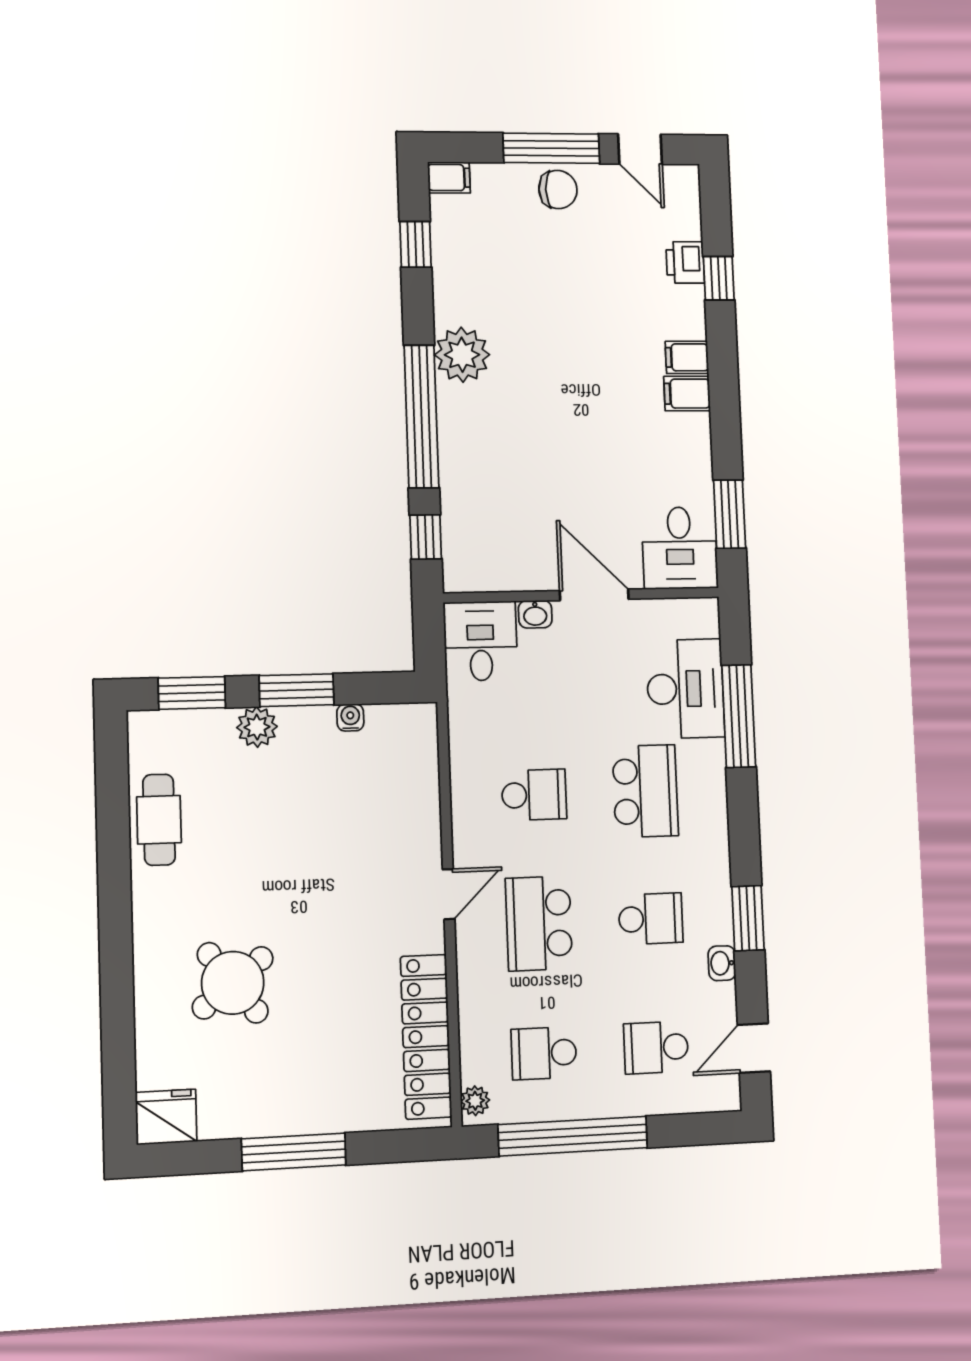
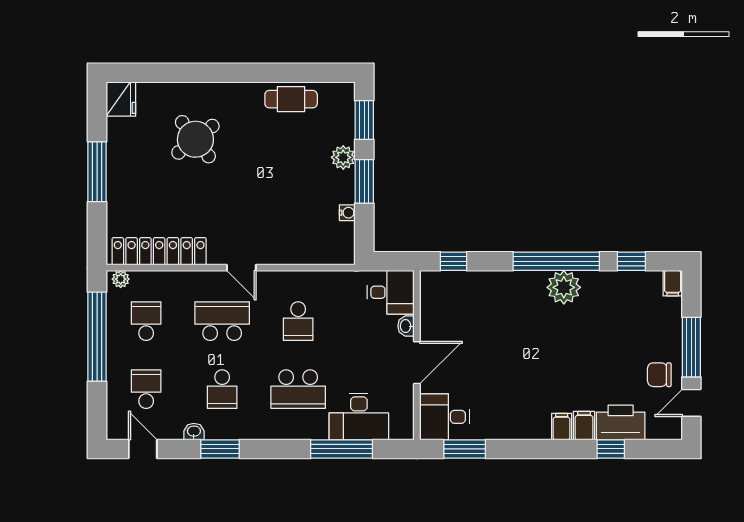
chair: (558, 189) -> (659, 375), moved, turned 90
printer: (685, 262) -> (621, 422), width x1.87, depth x1.48
filing cabinet: (687, 394) -> (584, 426), moved
window: (421, 416) -> (556, 261), moved

